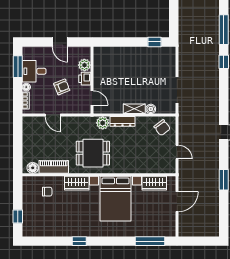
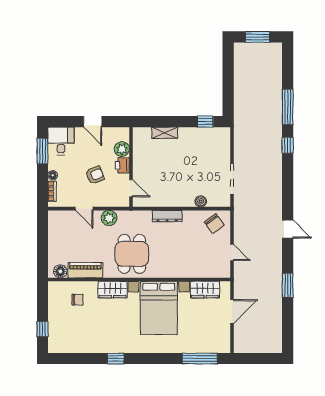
desk: (34, 71) -> (61, 141), moved, turned 90
shelving: (134, 109) -> (165, 133), moved
plant: (103, 123) -> (109, 218), moved
dining table: (93, 153) -> (132, 254), turned 90

